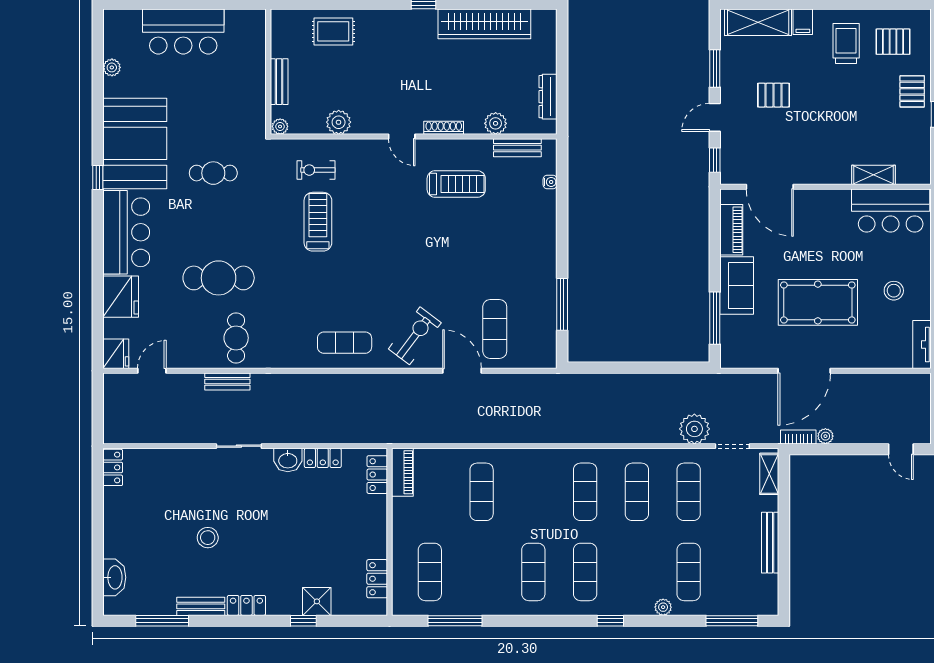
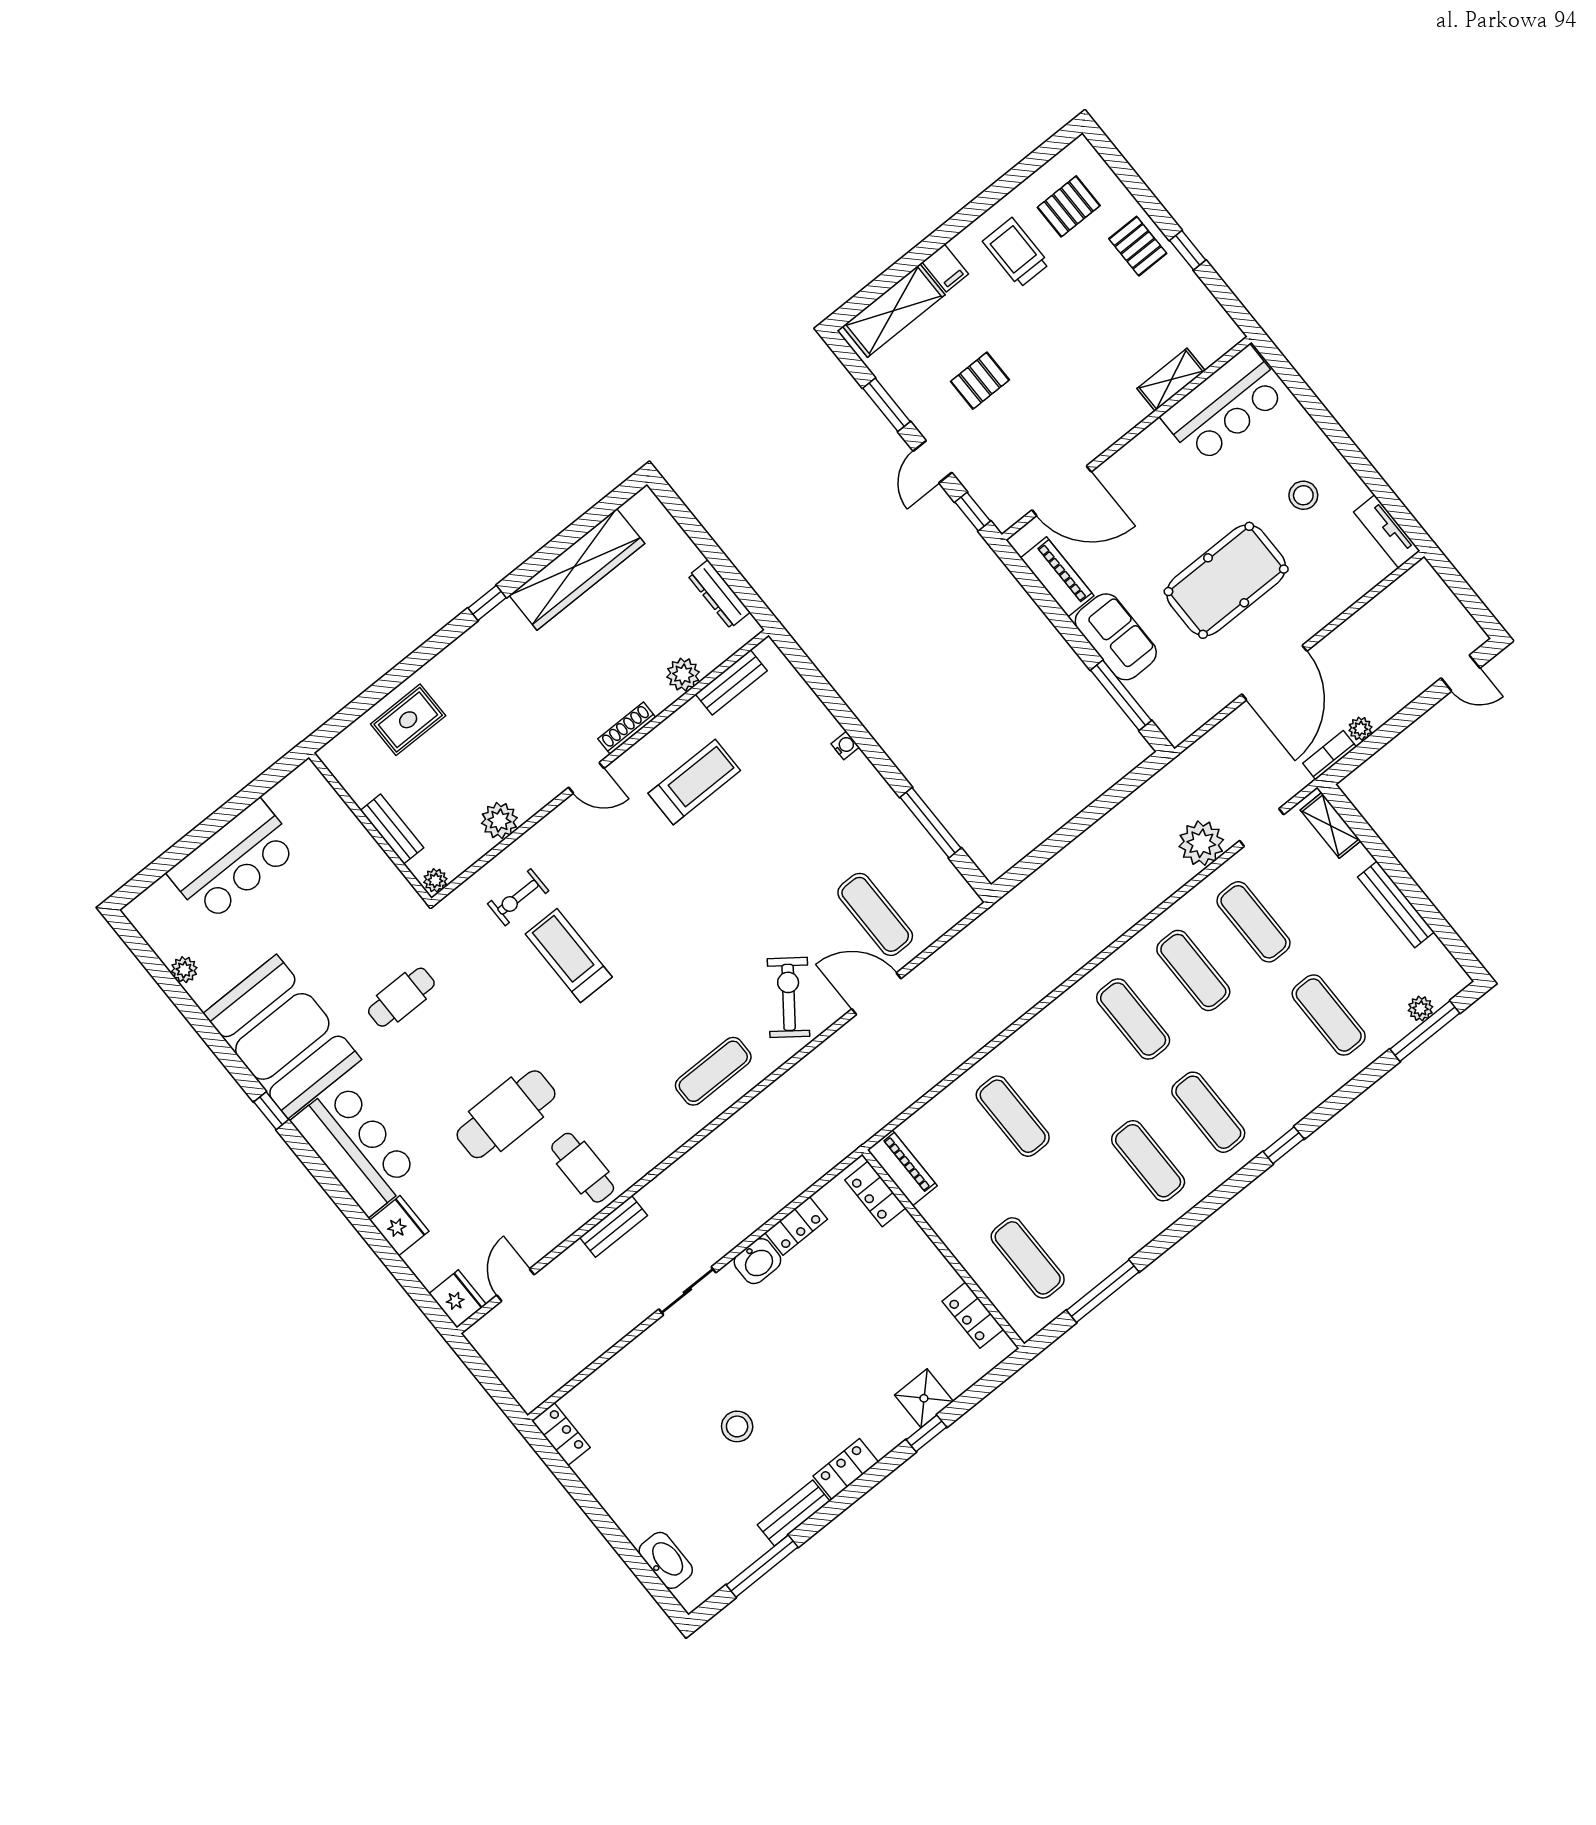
water cooler: (550, 182) -> (845, 746), moved
fridge: (121, 297) -> (399, 1226), width x0.73, depth x0.75
plant: (663, 607) -> (1421, 1009), moved

